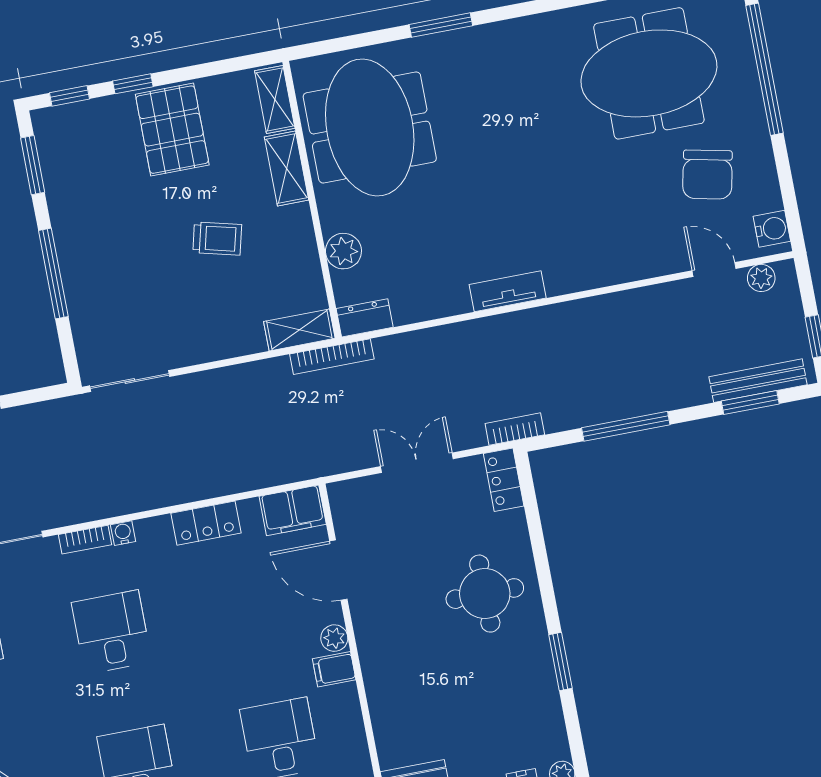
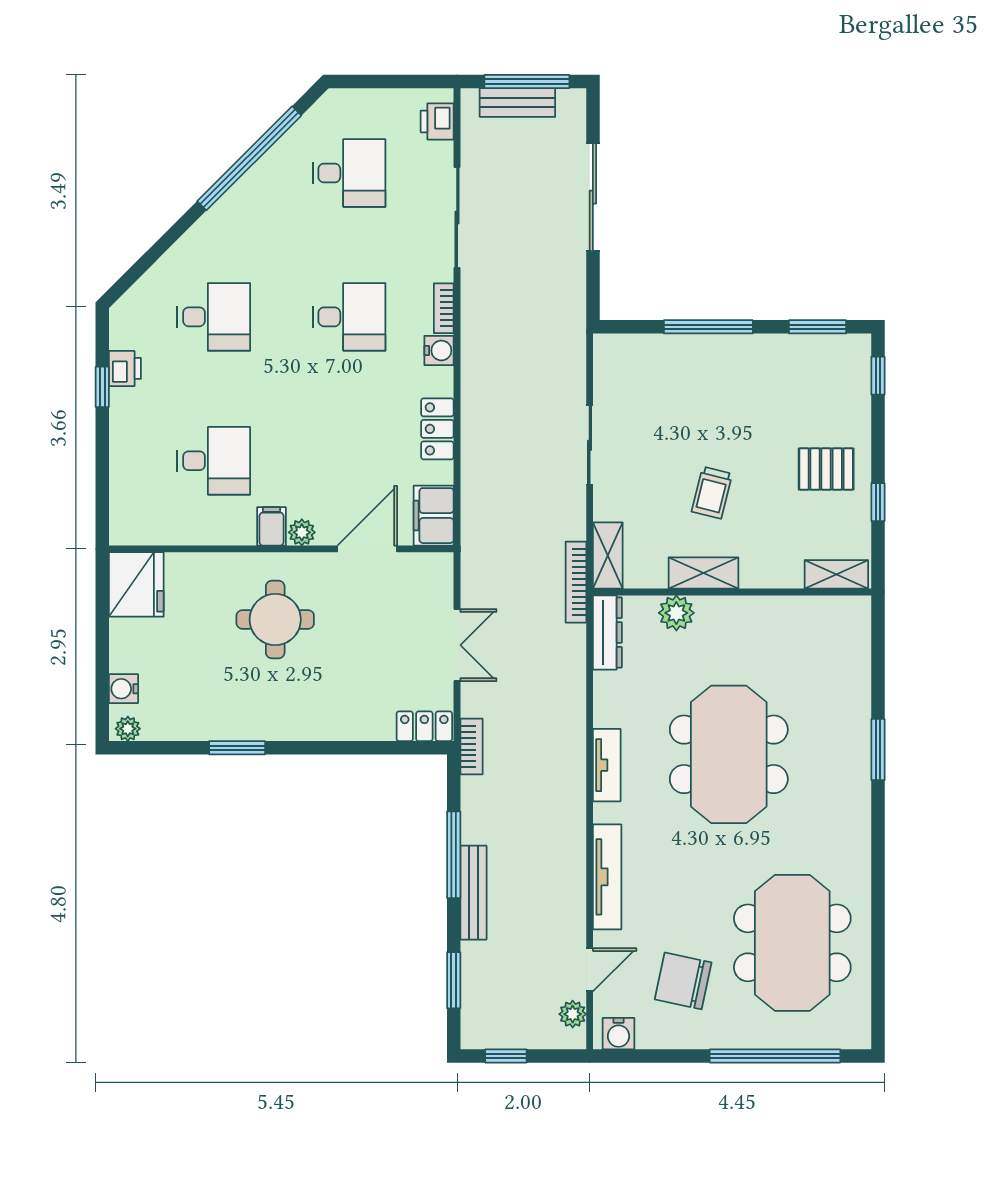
window: (133, 84) -> (878, 502), moved
meeting table: (370, 128) -> (729, 754), moved, turned 90
pallet: (172, 130) -> (826, 469), width x0.67, depth x0.71
shelving: (287, 168) -> (703, 573), moved
tv unit: (619, 270) -> (607, 877), added
dresser: (365, 318) -> (607, 632), width x1.44
sliding door: (130, 381) -> (590, 445), moved
bench: (758, 381) -> (473, 893), moved
water cooler: (123, 533) -> (439, 351), width x1.38, depth x1.38
round table: (485, 594) -> (275, 619), moved

